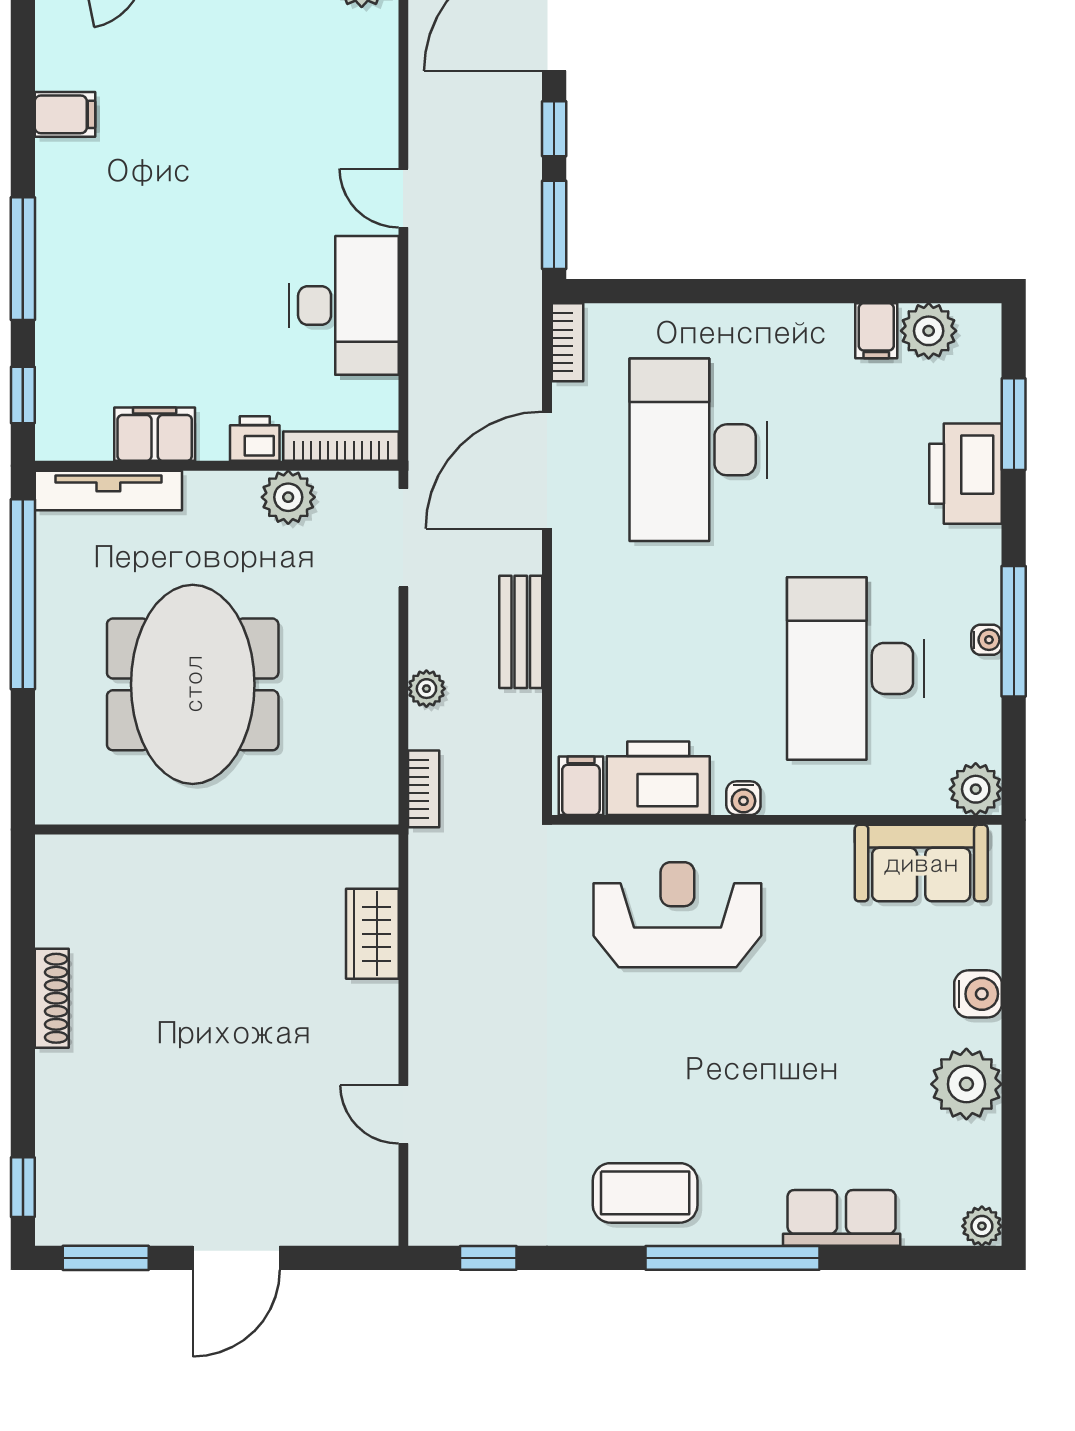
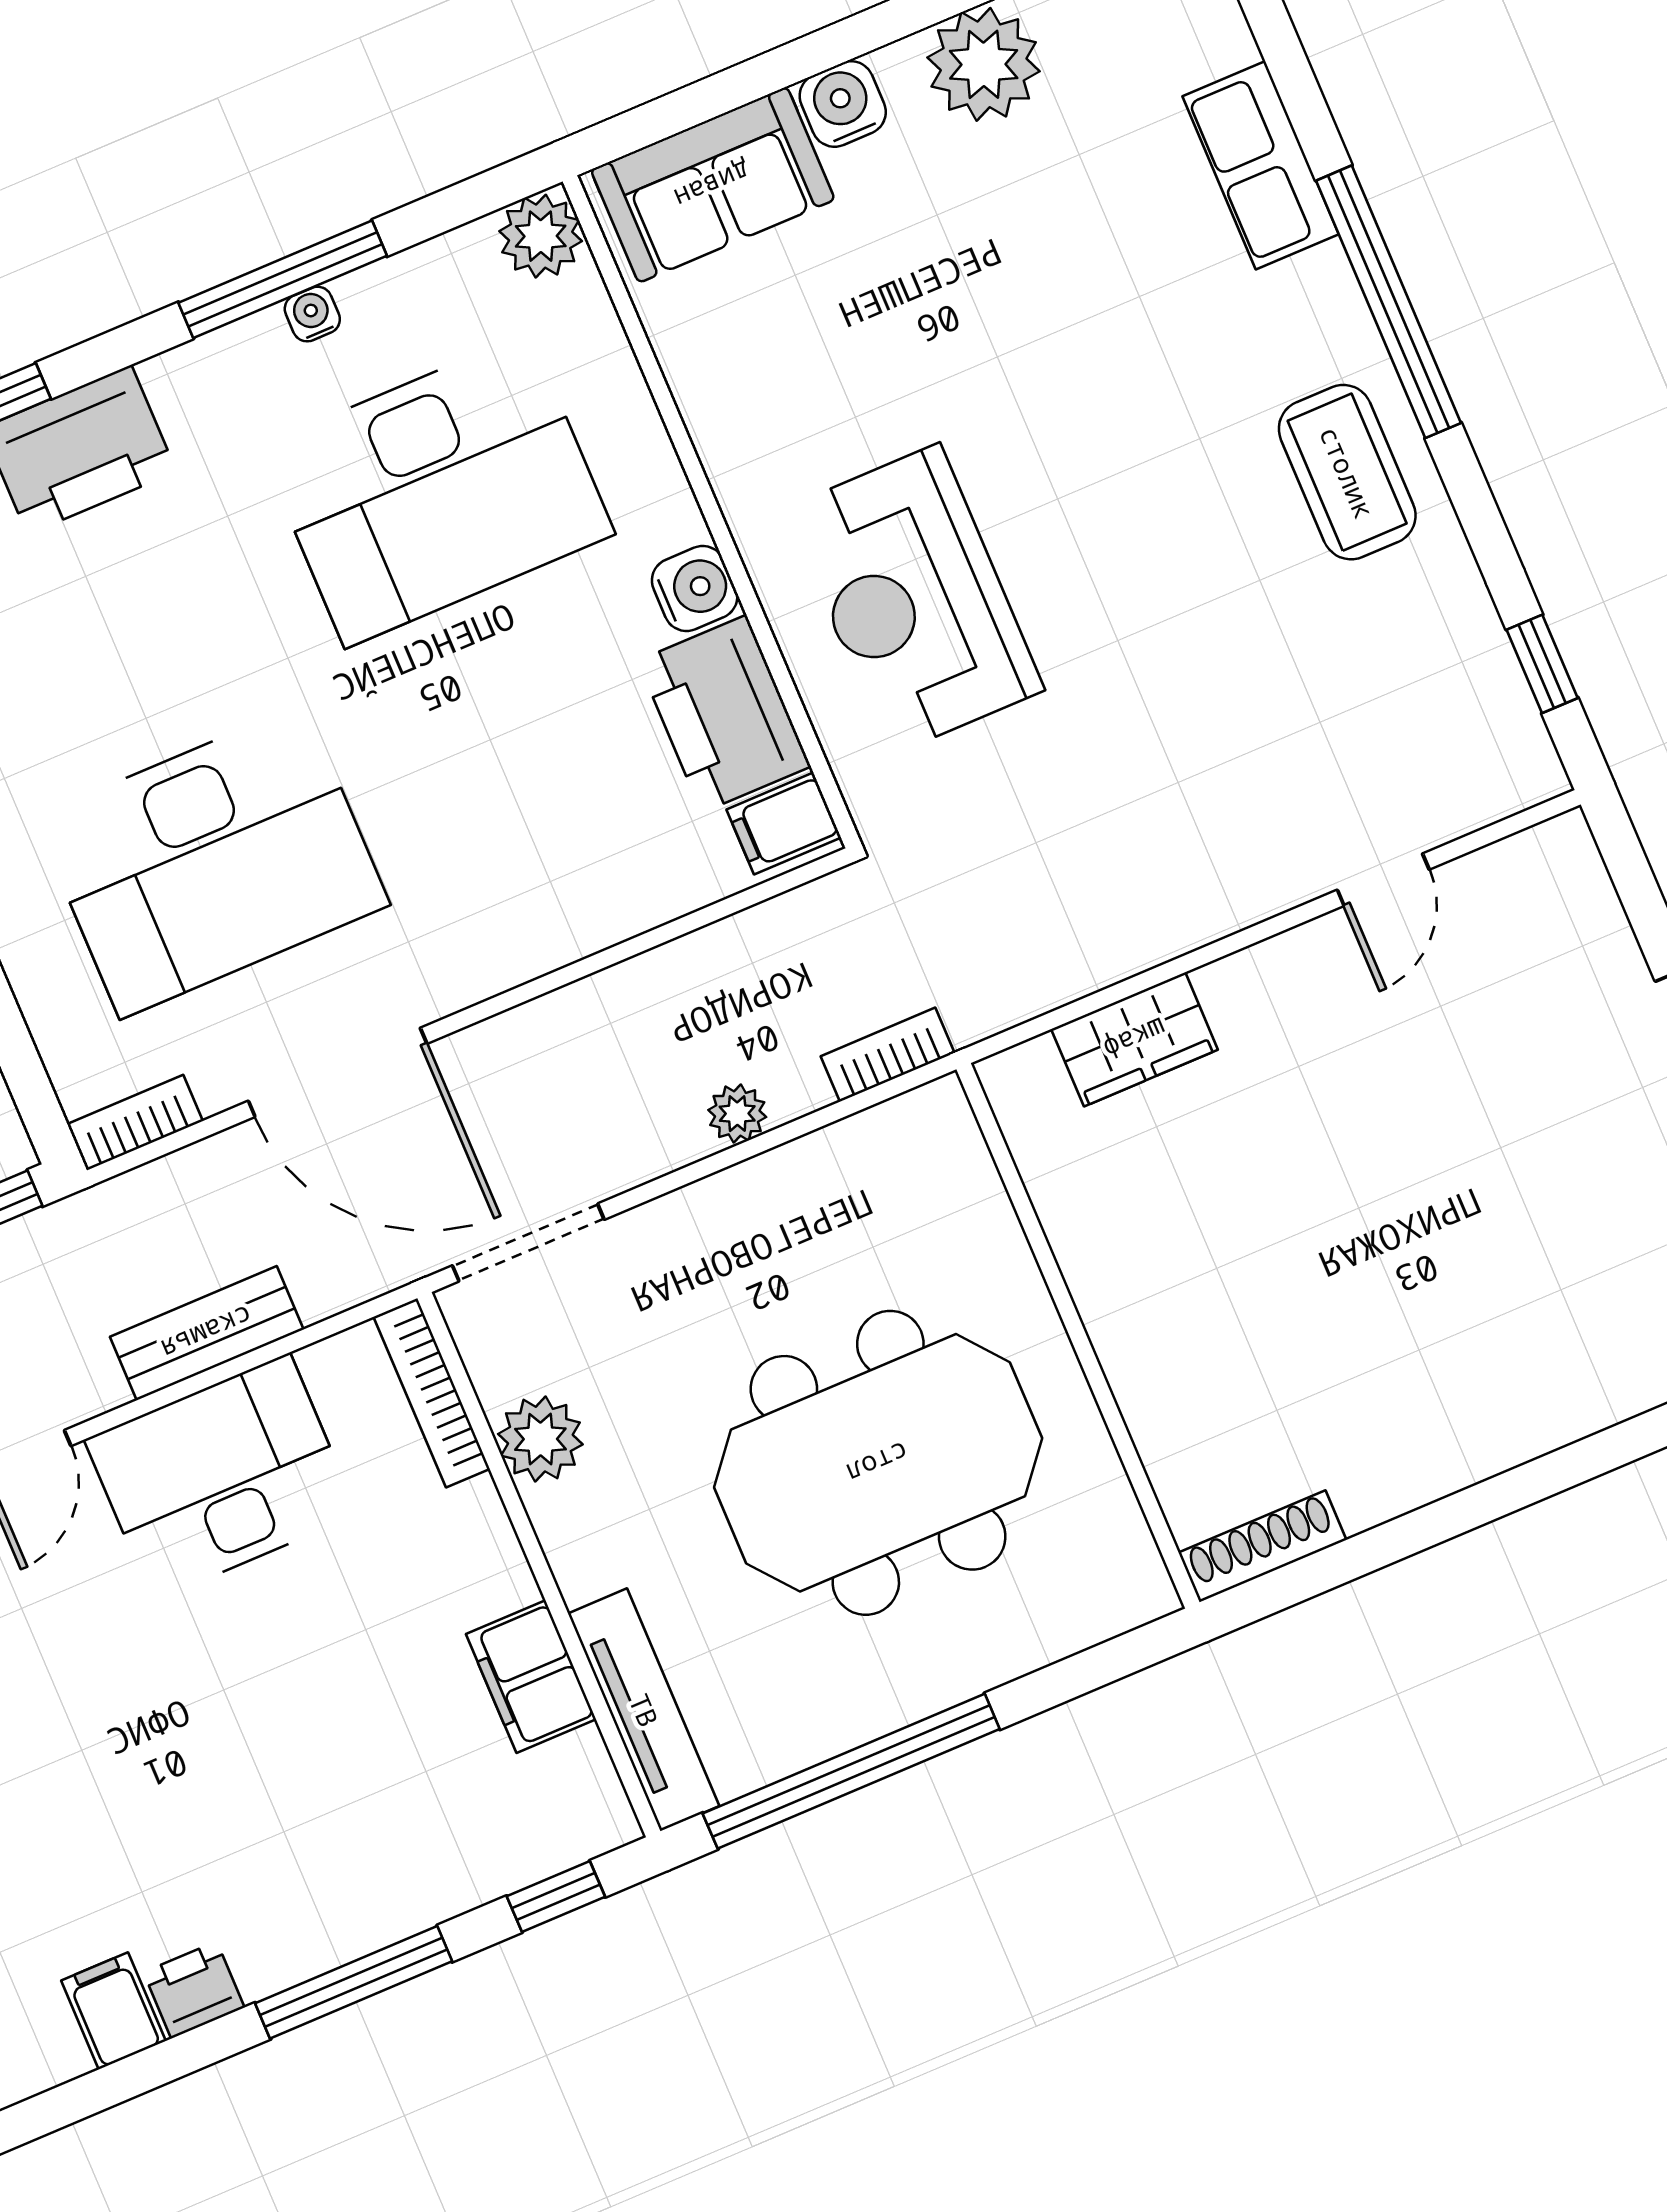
printer: (255, 439) -> (194, 1990), moved, turned 90
bench: (521, 632) -> (207, 1333), moved
water cooler: (743, 798) -> (695, 589), width x1.38, depth x1.38
sofa: (921, 863) -> (713, 185), moved, turned 90
shoe rack: (52, 998) -> (1262, 1546), moved

